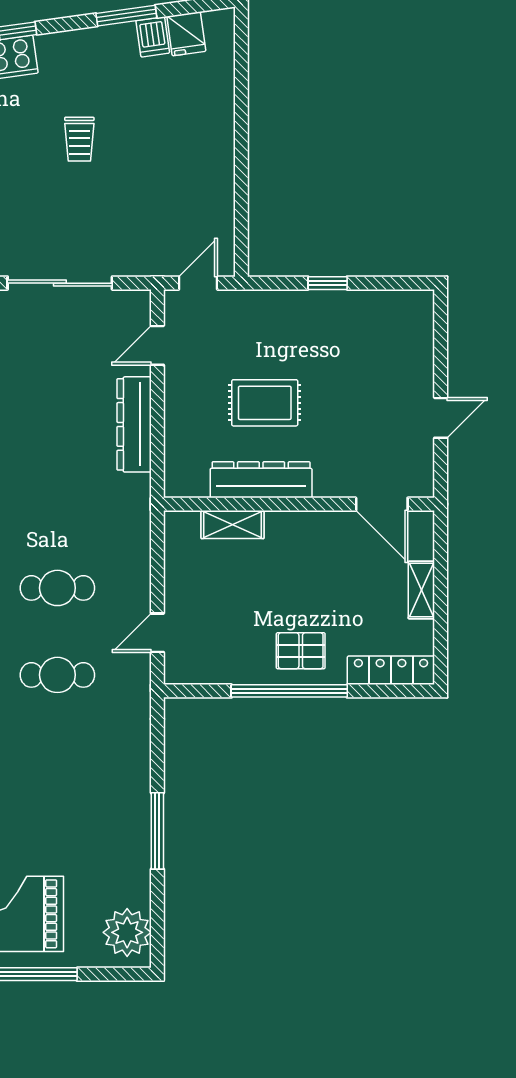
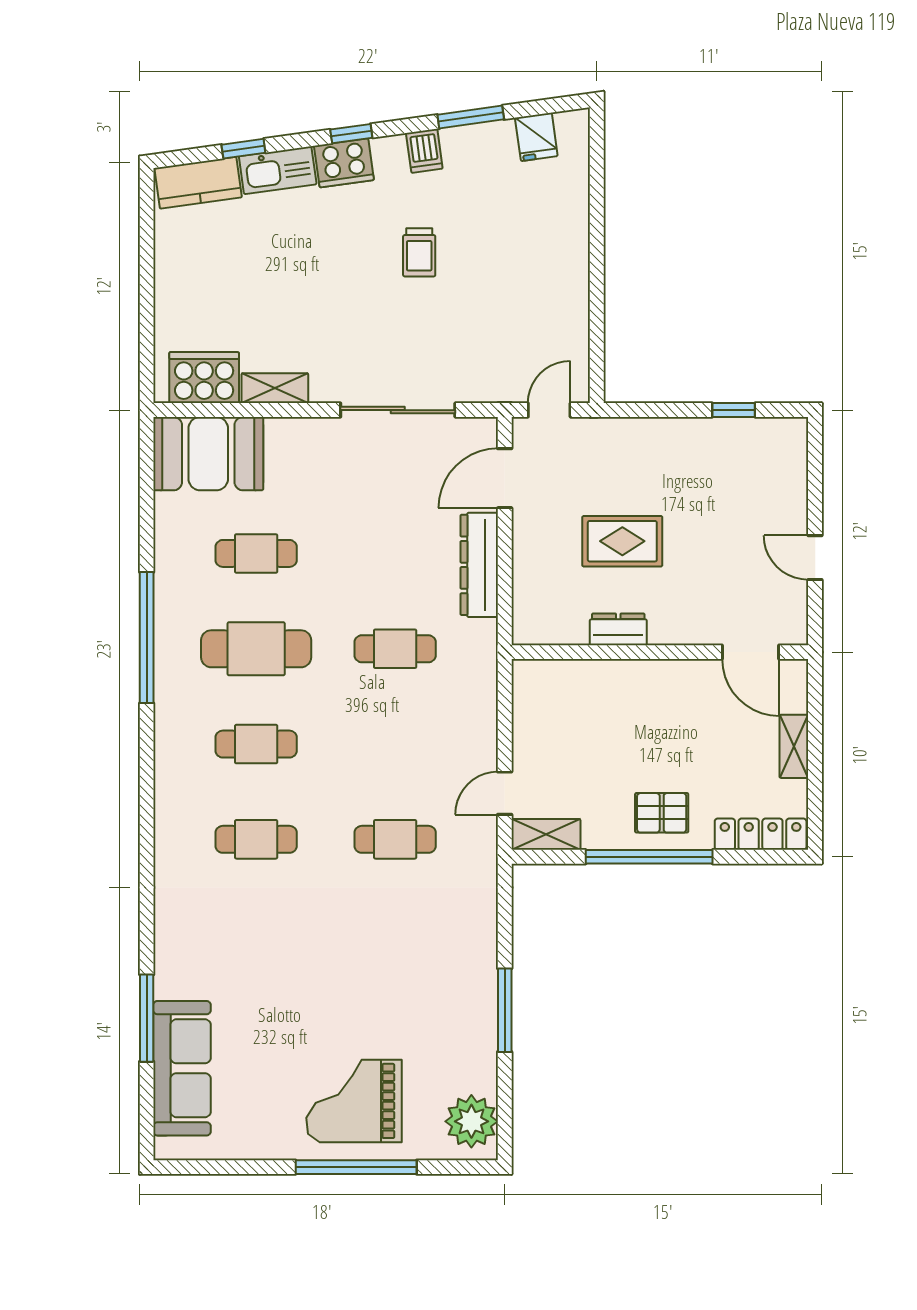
dishwasher: (153, 37) -> (424, 151), moved
window: (328, 283) -> (734, 410), moved
door: (157, 345) -> (505, 478), width x1.38
door: (441, 418) -> (815, 558), swing flipped
dresser: (261, 480) -> (618, 629), width x0.51, depth x0.80
shelving: (233, 524) -> (546, 834), moved
cafe table: (57, 588) -> (395, 649), moved

